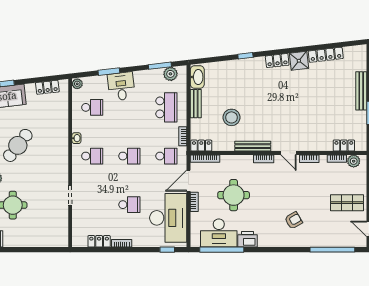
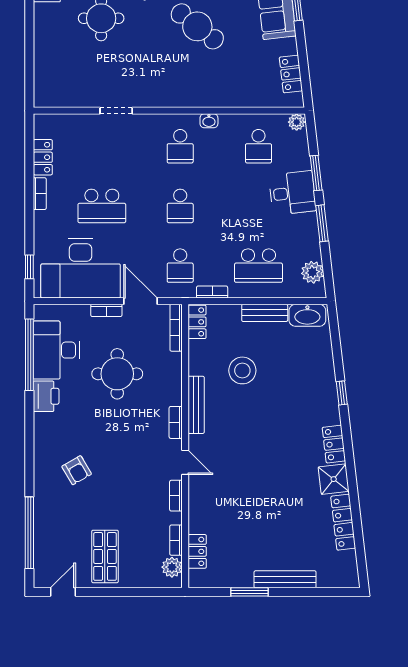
window: (160, 66) -> (322, 223), moved
door: (289, 153) -> (185, 462), swing flipped
school desk: (129, 205) -> (102, 206), width x1.85

